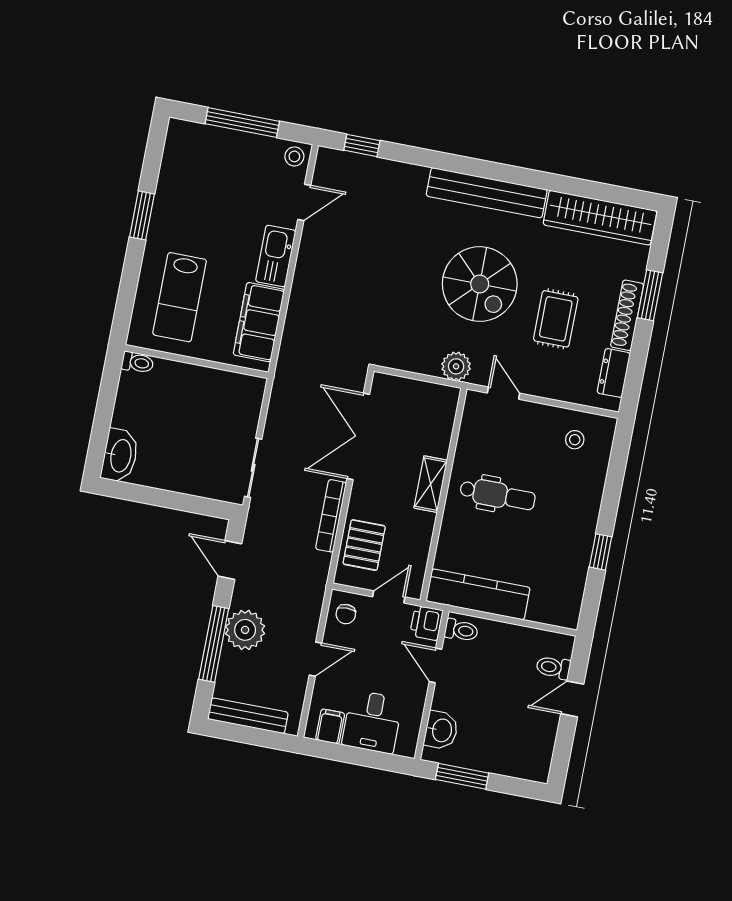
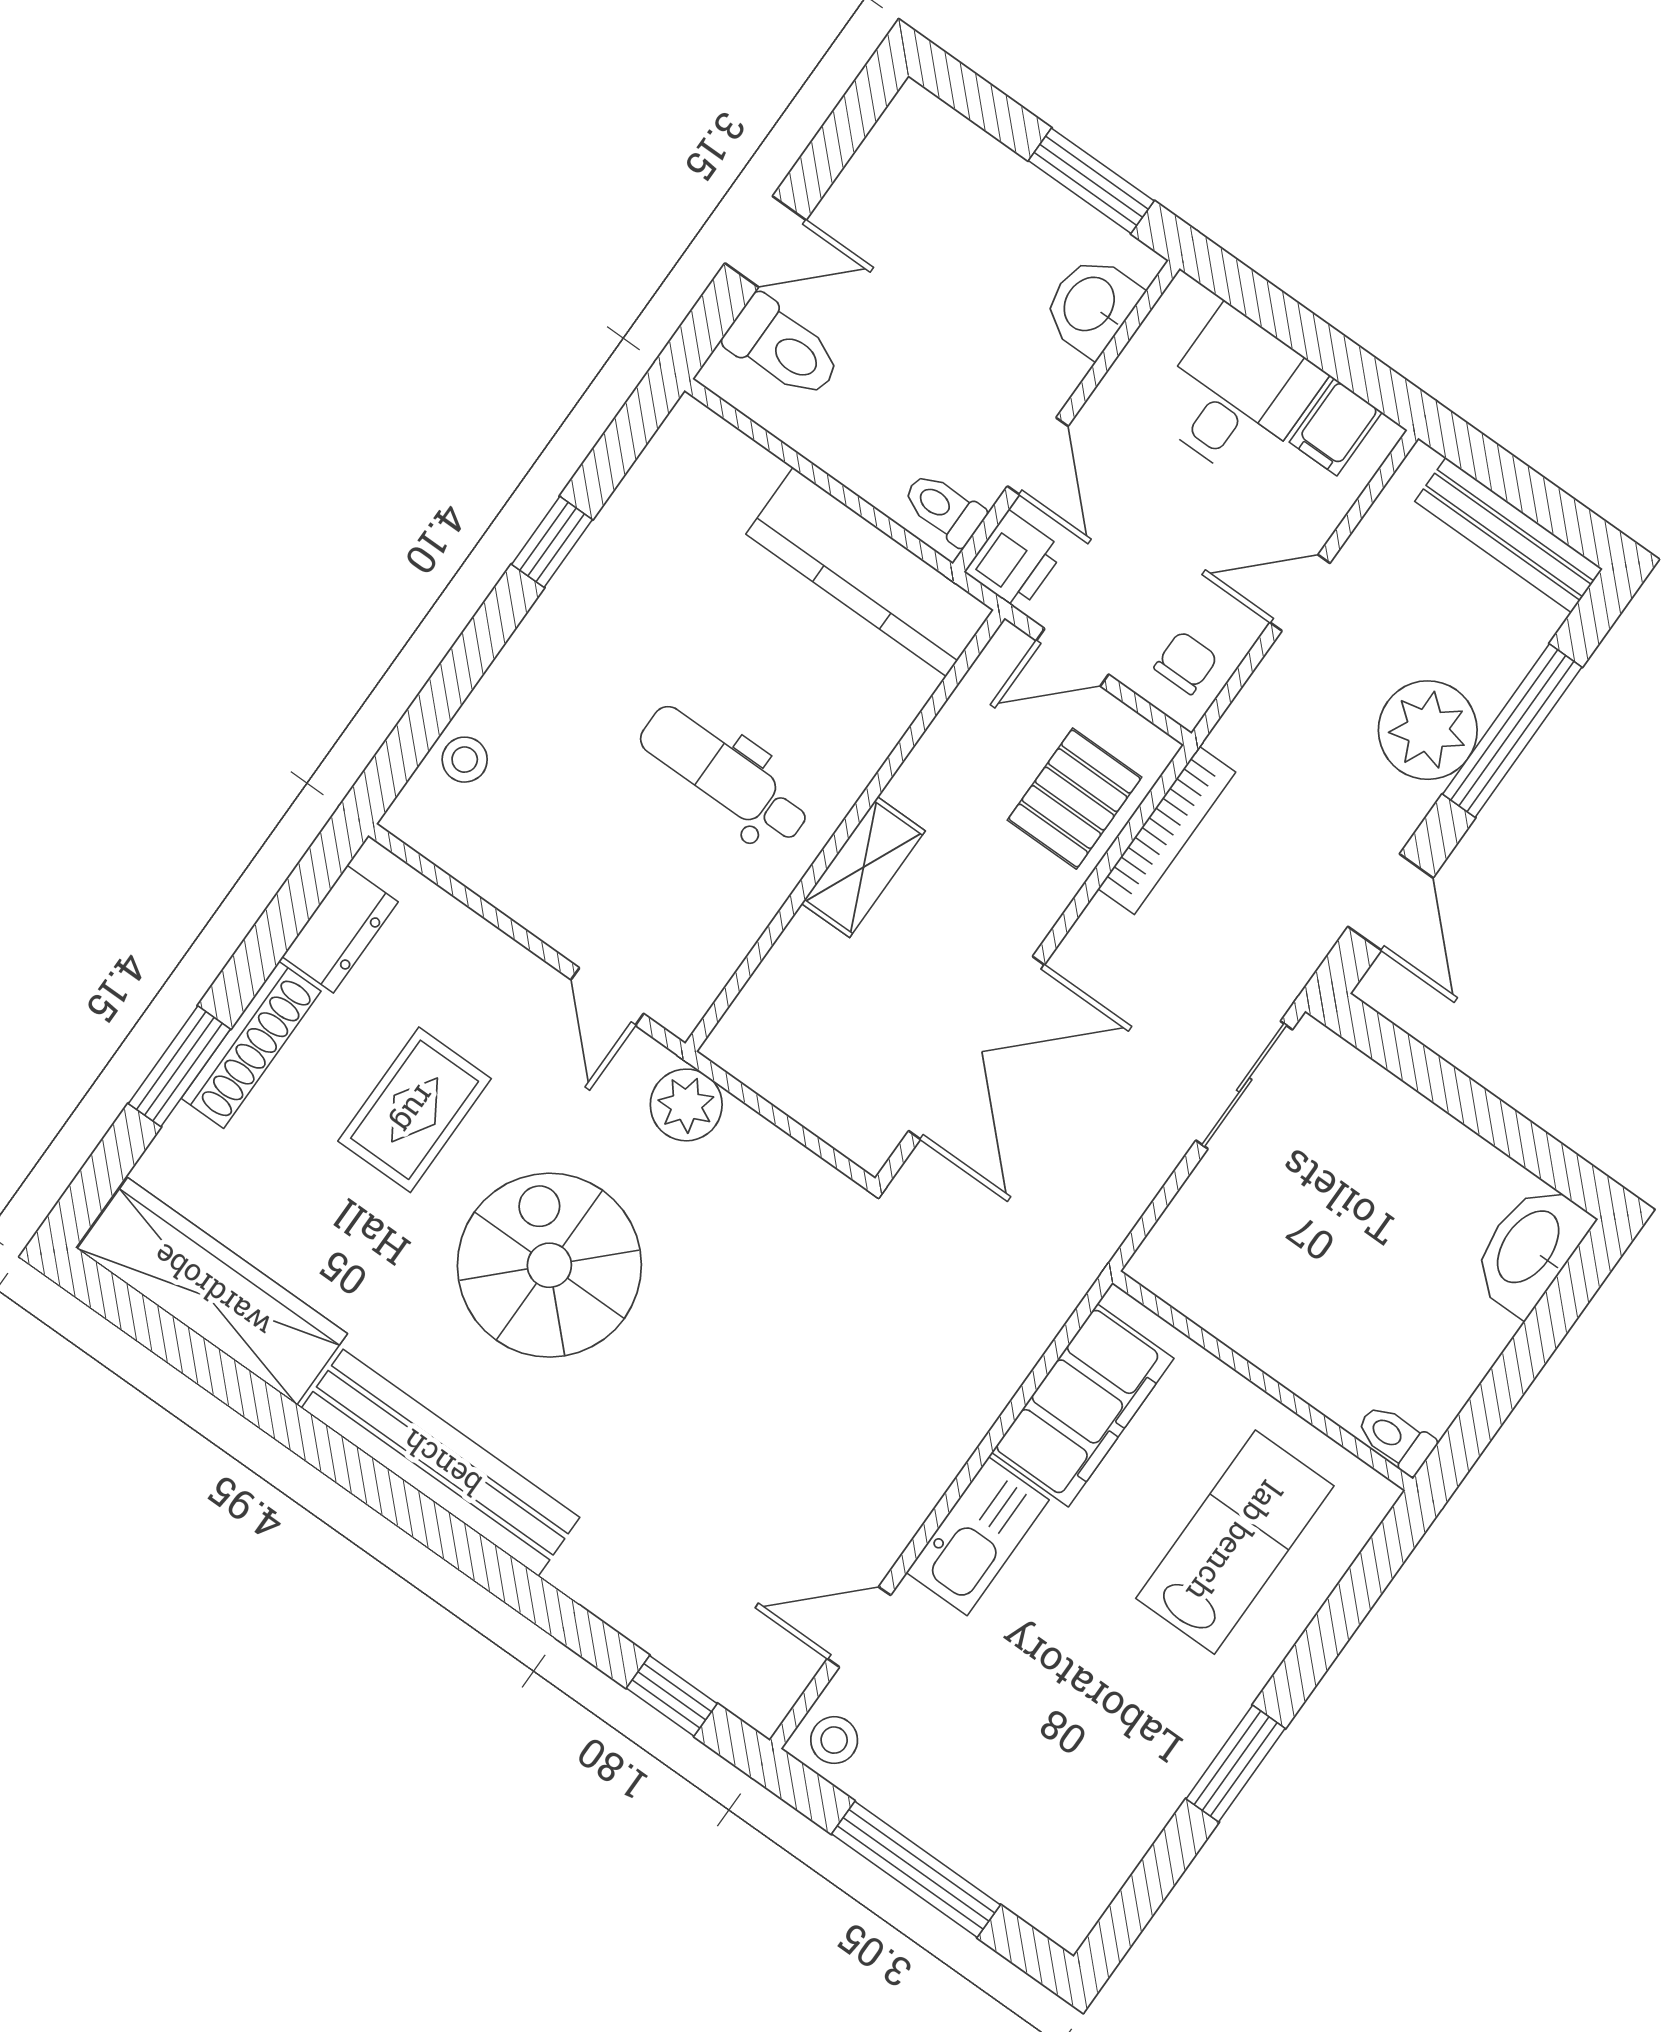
stool: (575, 440) -> (465, 760), moved
bookcase: (331, 516) -> (1167, 830), moved
toilet: (553, 667) -> (783, 348), width x1.37, depth x1.39

